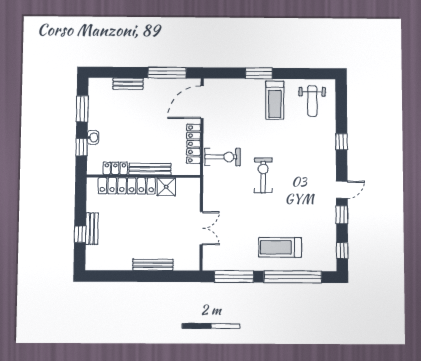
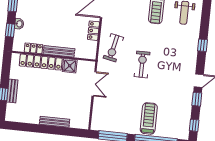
locker: (194, 144) -> (93, 31), width x0.66
exercise bike: (223, 157) -> (113, 48), turned 102
double door: (201, 228) -> (94, 84), moved
treadmill: (280, 247) -> (149, 118), turned 90

